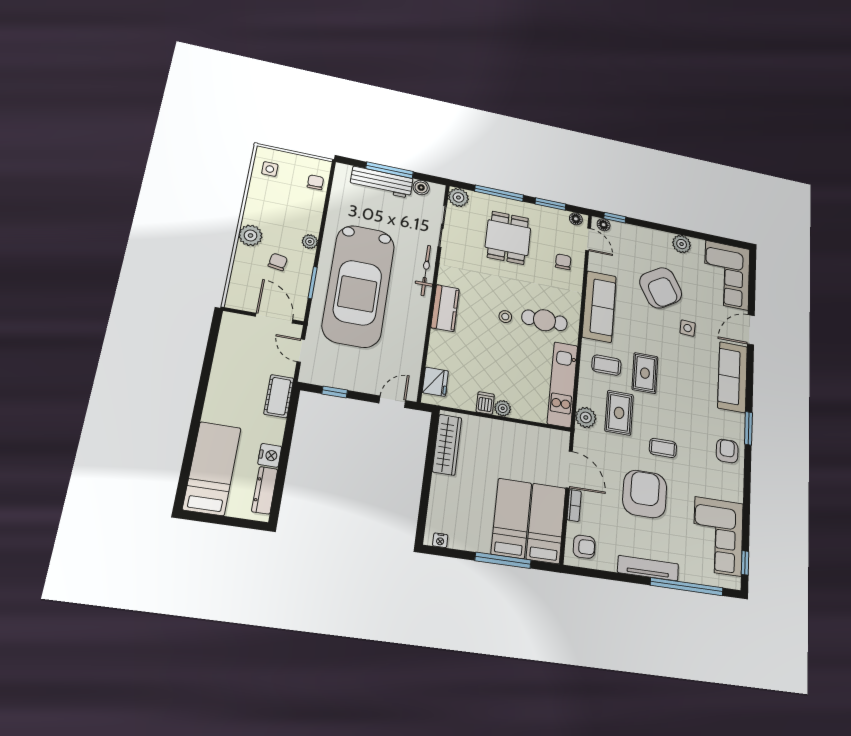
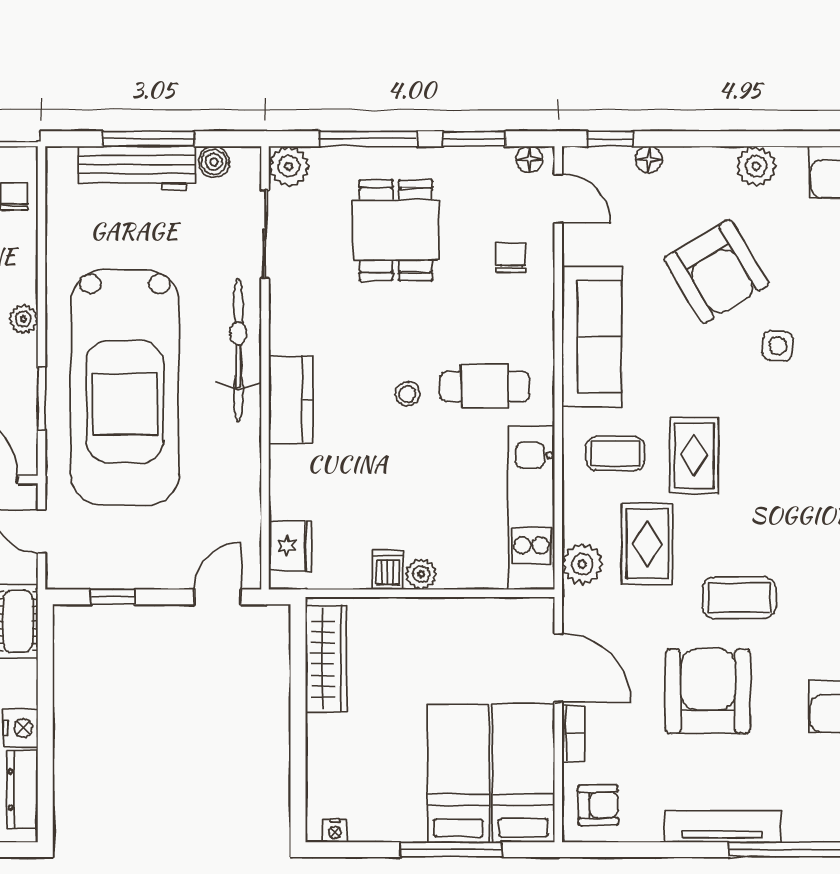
floor lamp: (604, 225) -> (649, 160), moved
bicycle: (426, 270) -> (238, 350), width x1.37, depth x1.40
coffee table: (663, 448) -> (739, 598), width x1.36, depth x1.30

